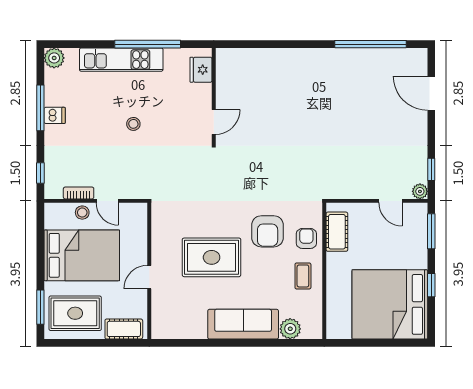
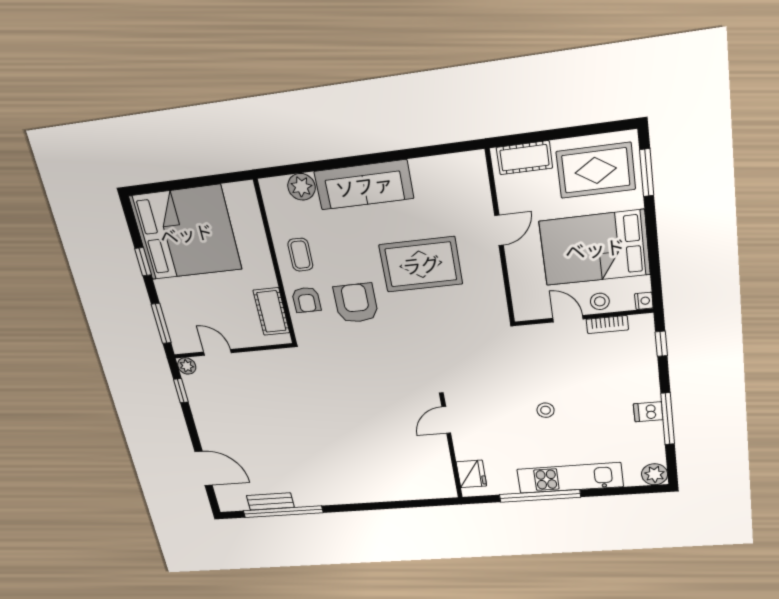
bench: (380, 56) -> (270, 501), added
nightstand: (50, 209) -> (644, 301), added

